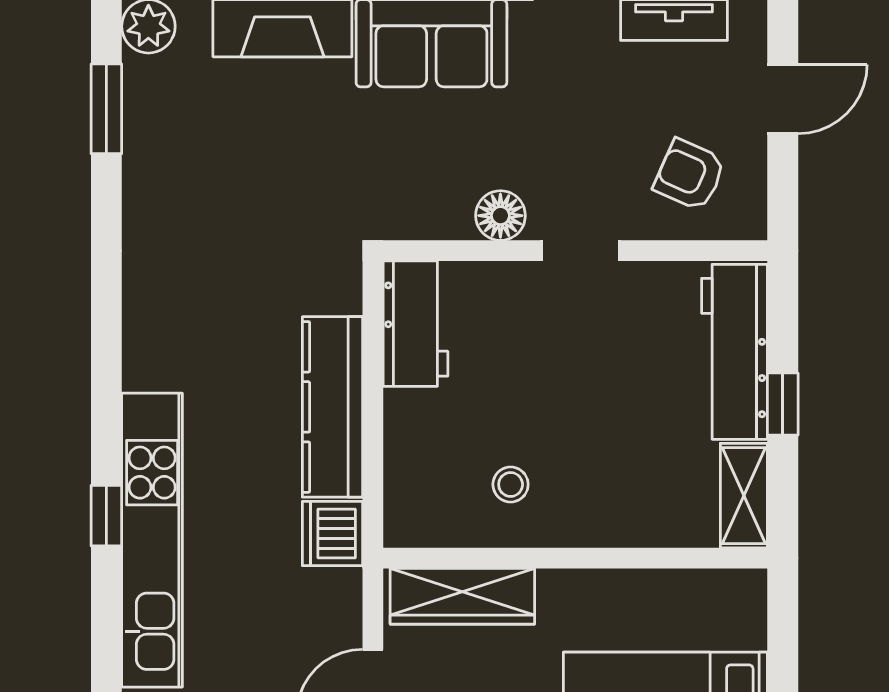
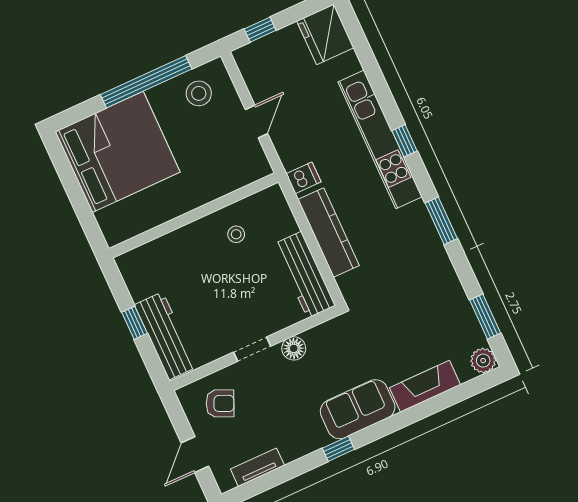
workbench: (415, 324) -> (304, 275), width x1.38
window: (106, 331) -> (441, 221), added
shelving: (744, 496) -> (133, 276), removed
dishwasher: (332, 534) -> (303, 178), width x0.73
wardrobe: (462, 596) -> (235, 176), removed

